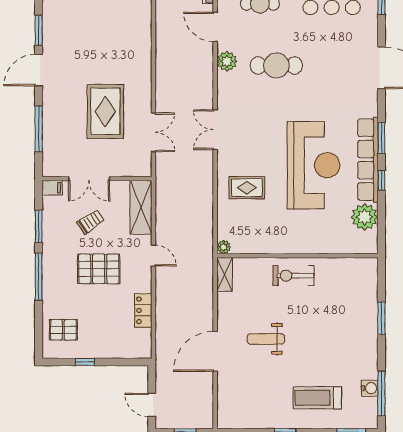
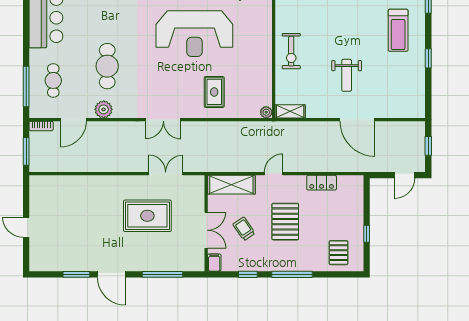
reception desk: (314, 165) -> (194, 34), turned 180
window: (39, 226) -> (248, 274), width x0.67

